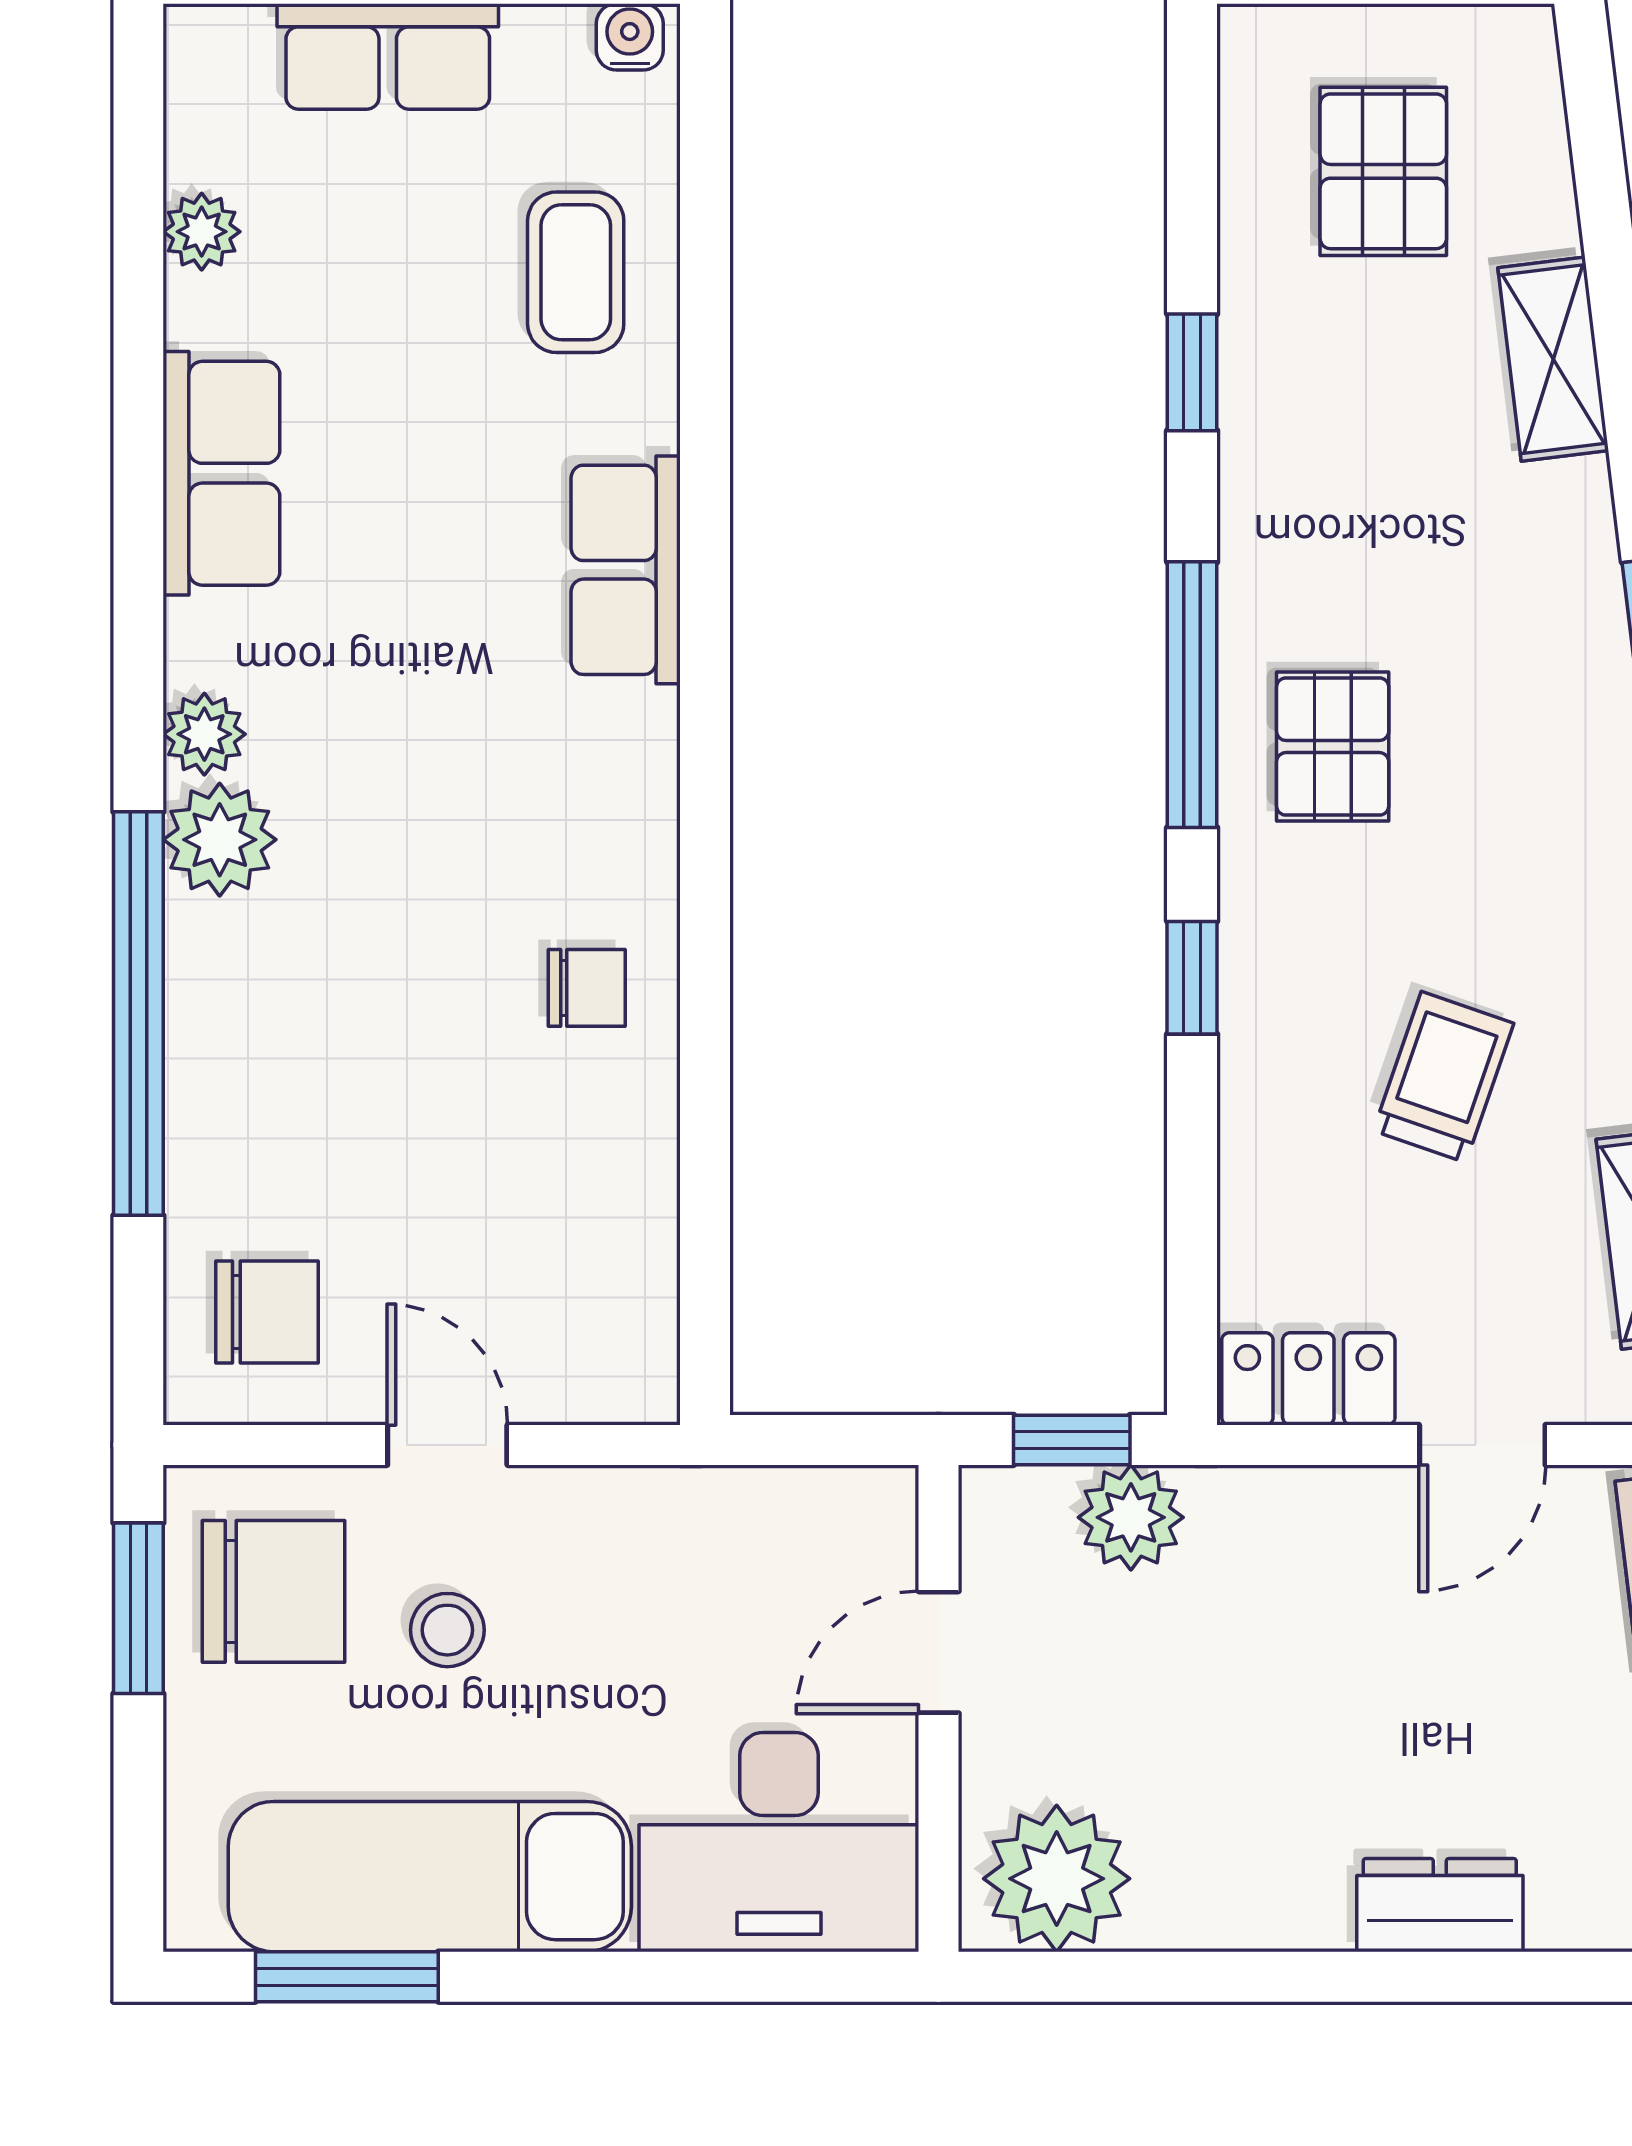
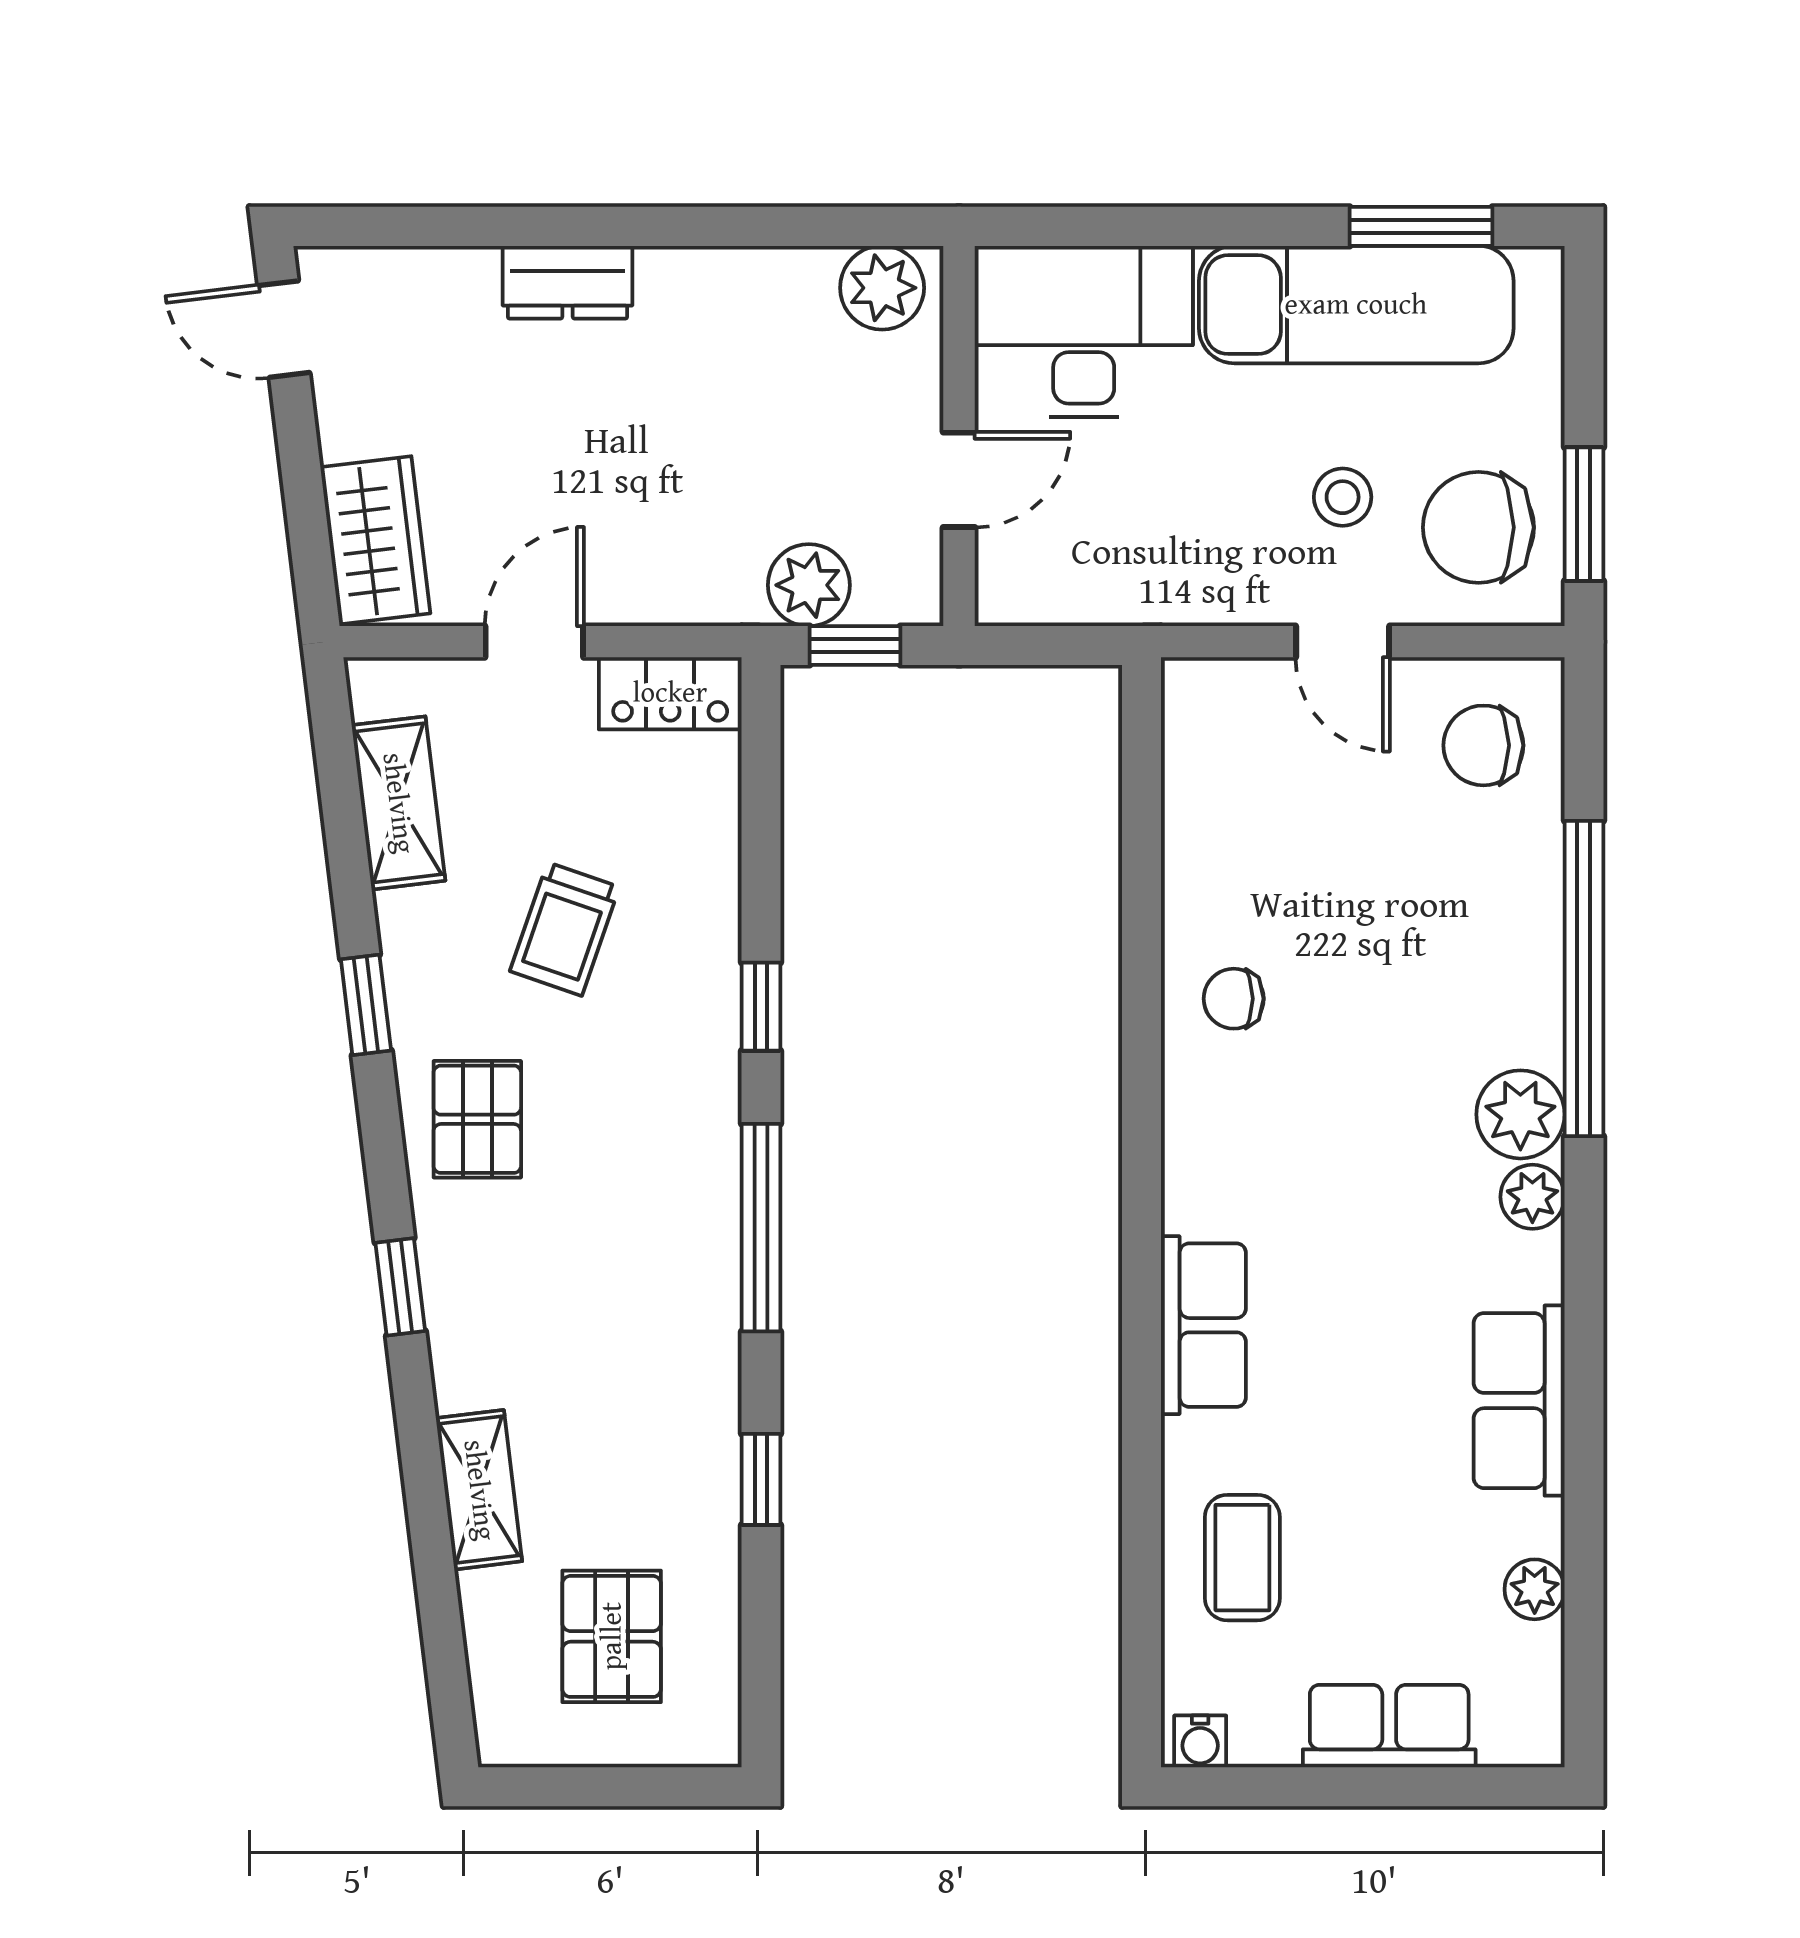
pallet: (1333, 747) -> (477, 1119), moved
plant: (1057, 1879) -> (882, 288), width x0.73, depth x0.73

